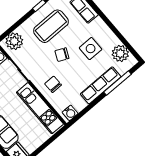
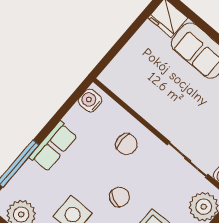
row of seats: (101, 85) -> (53, 146), width x0.68
kitchen unit: (40, 108) -> (142, 100), removed

